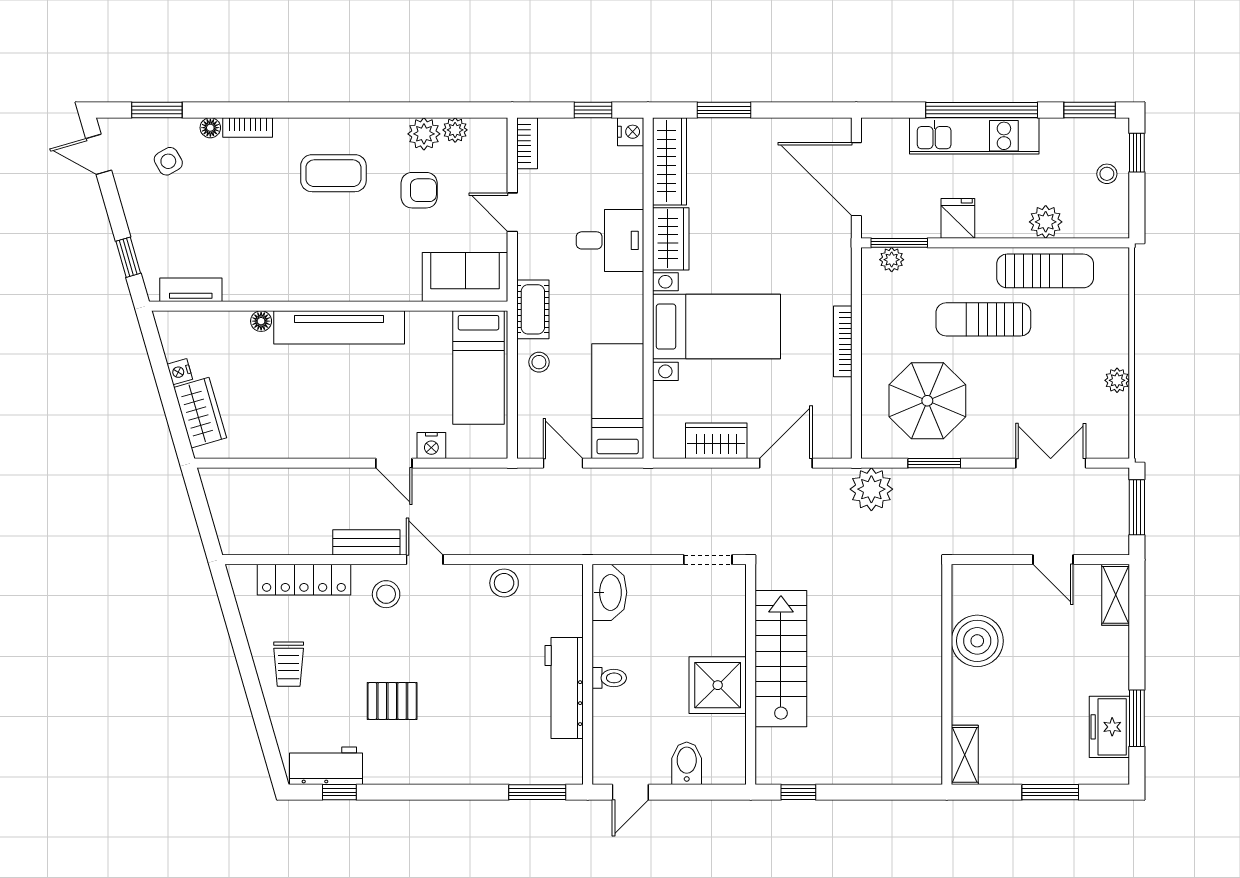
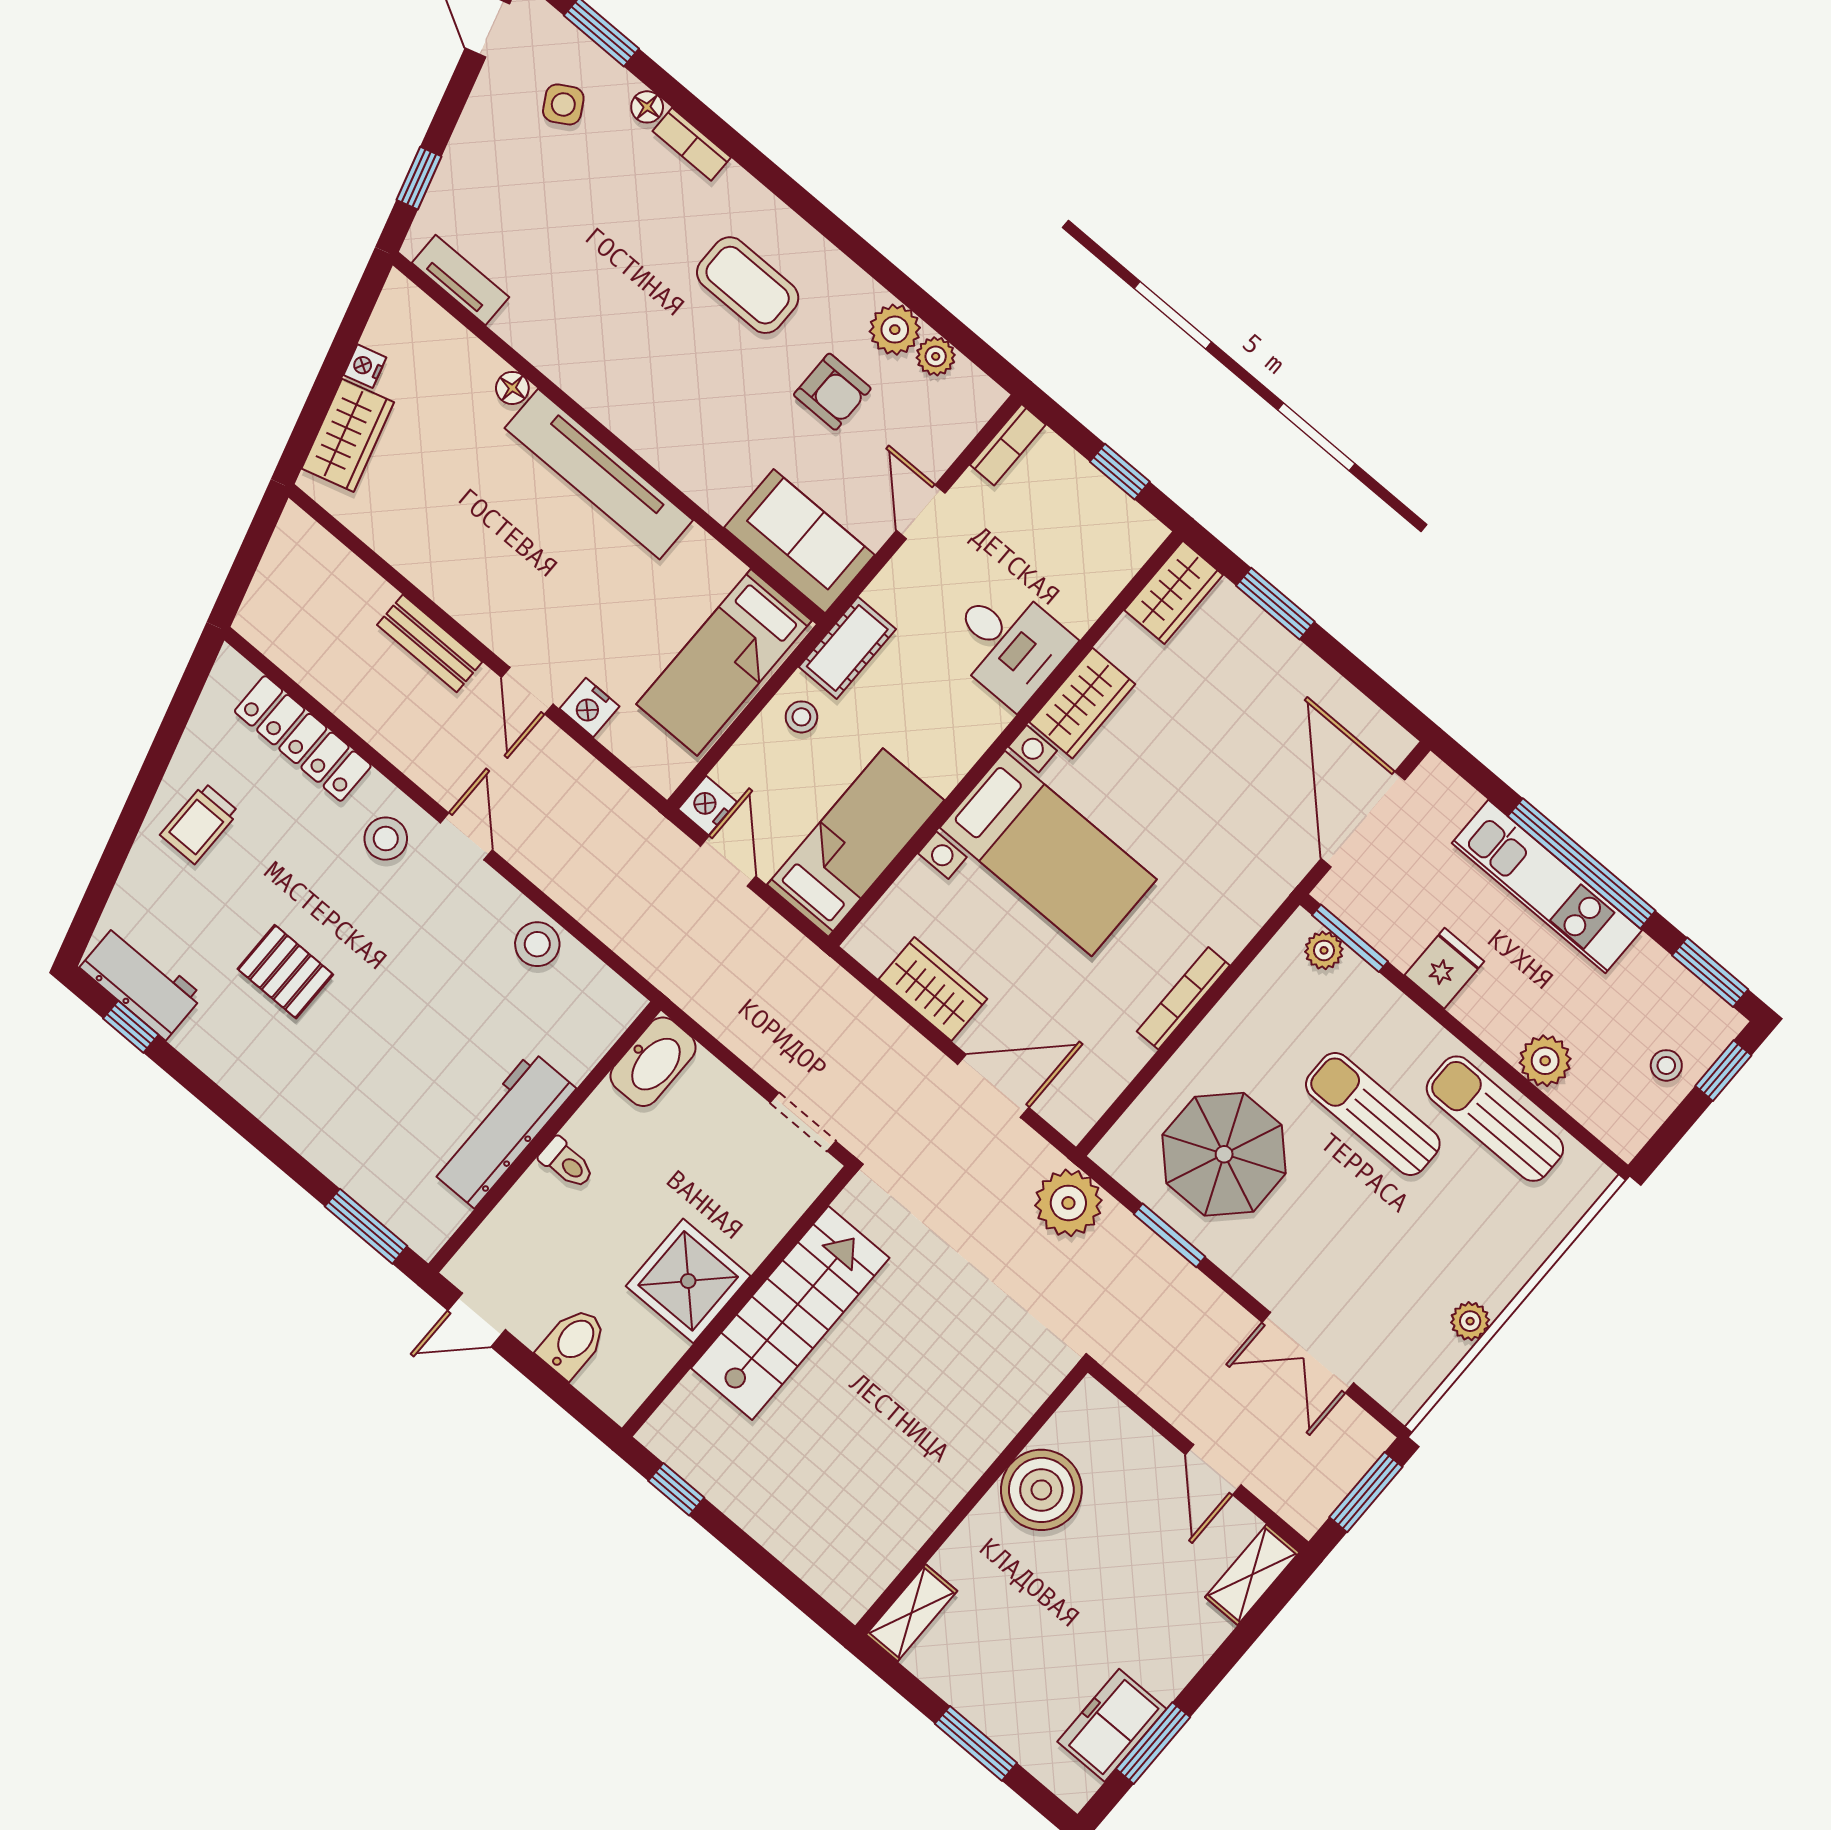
nightstand: (631, 132) -> (707, 805), moved, turned 180
wardrobe: (669, 161) -> (1174, 592), width x0.67
sun lounger: (1045, 271) -> (1495, 1119), turned 180
double door: (1051, 463) -> (1308, 1353), swing flipped
bench: (366, 542) -> (430, 643), moved

